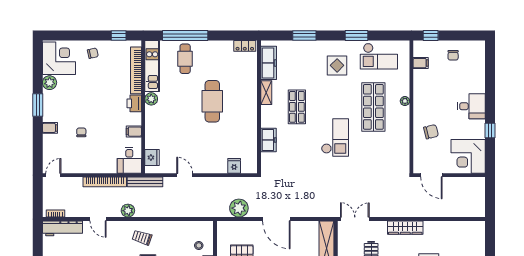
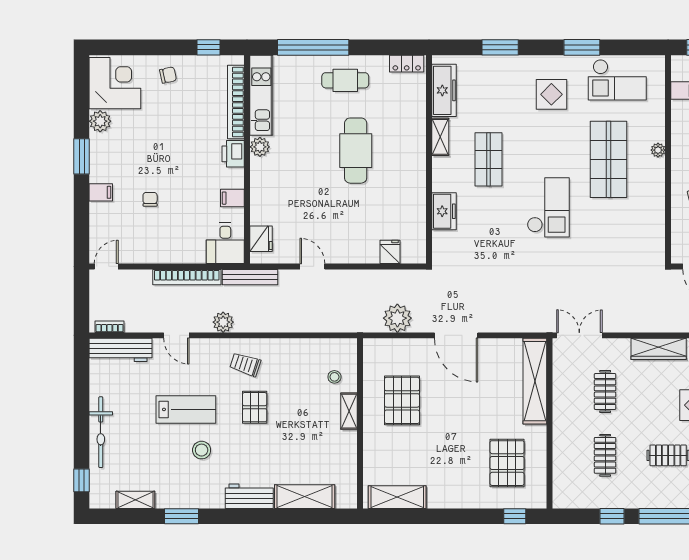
cafe table: (185, 59) -> (345, 80), moved, turned 90

